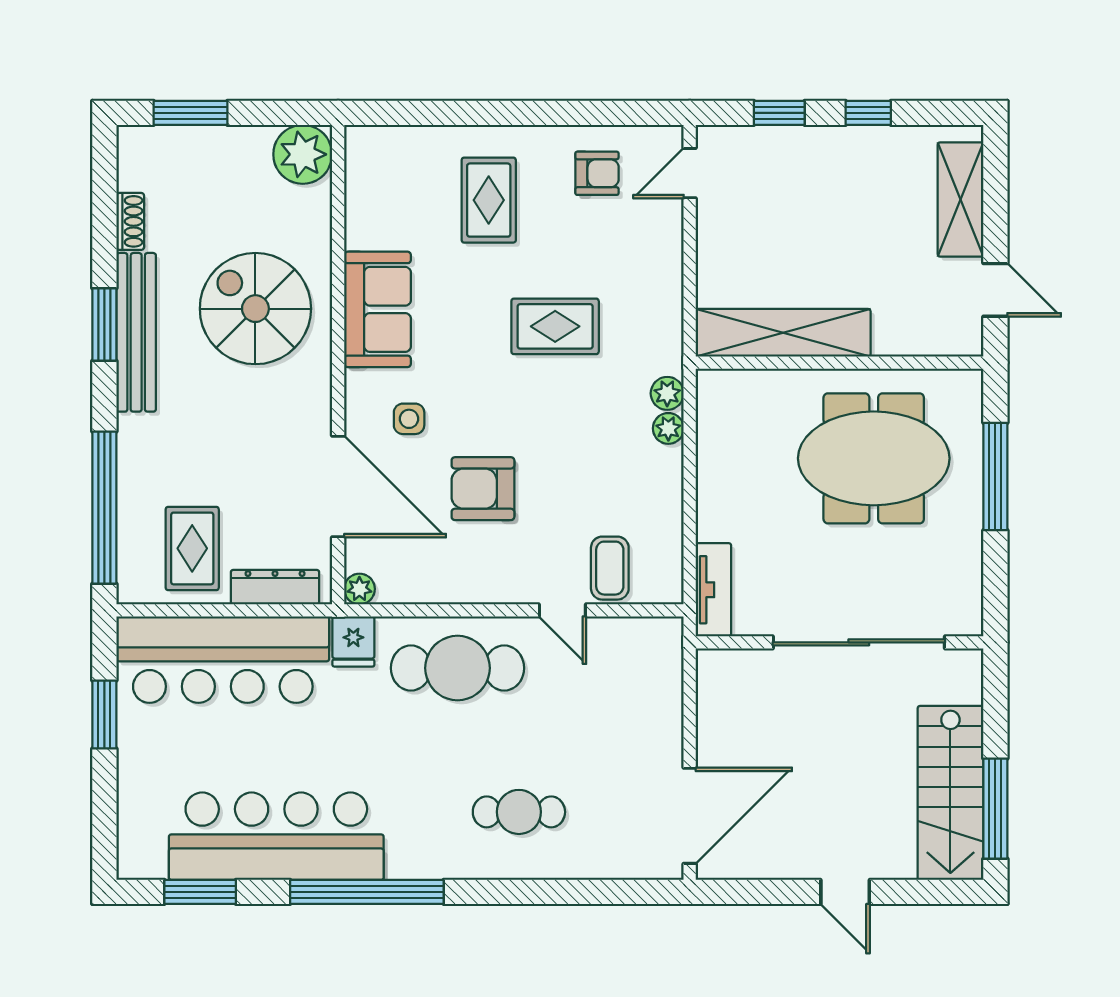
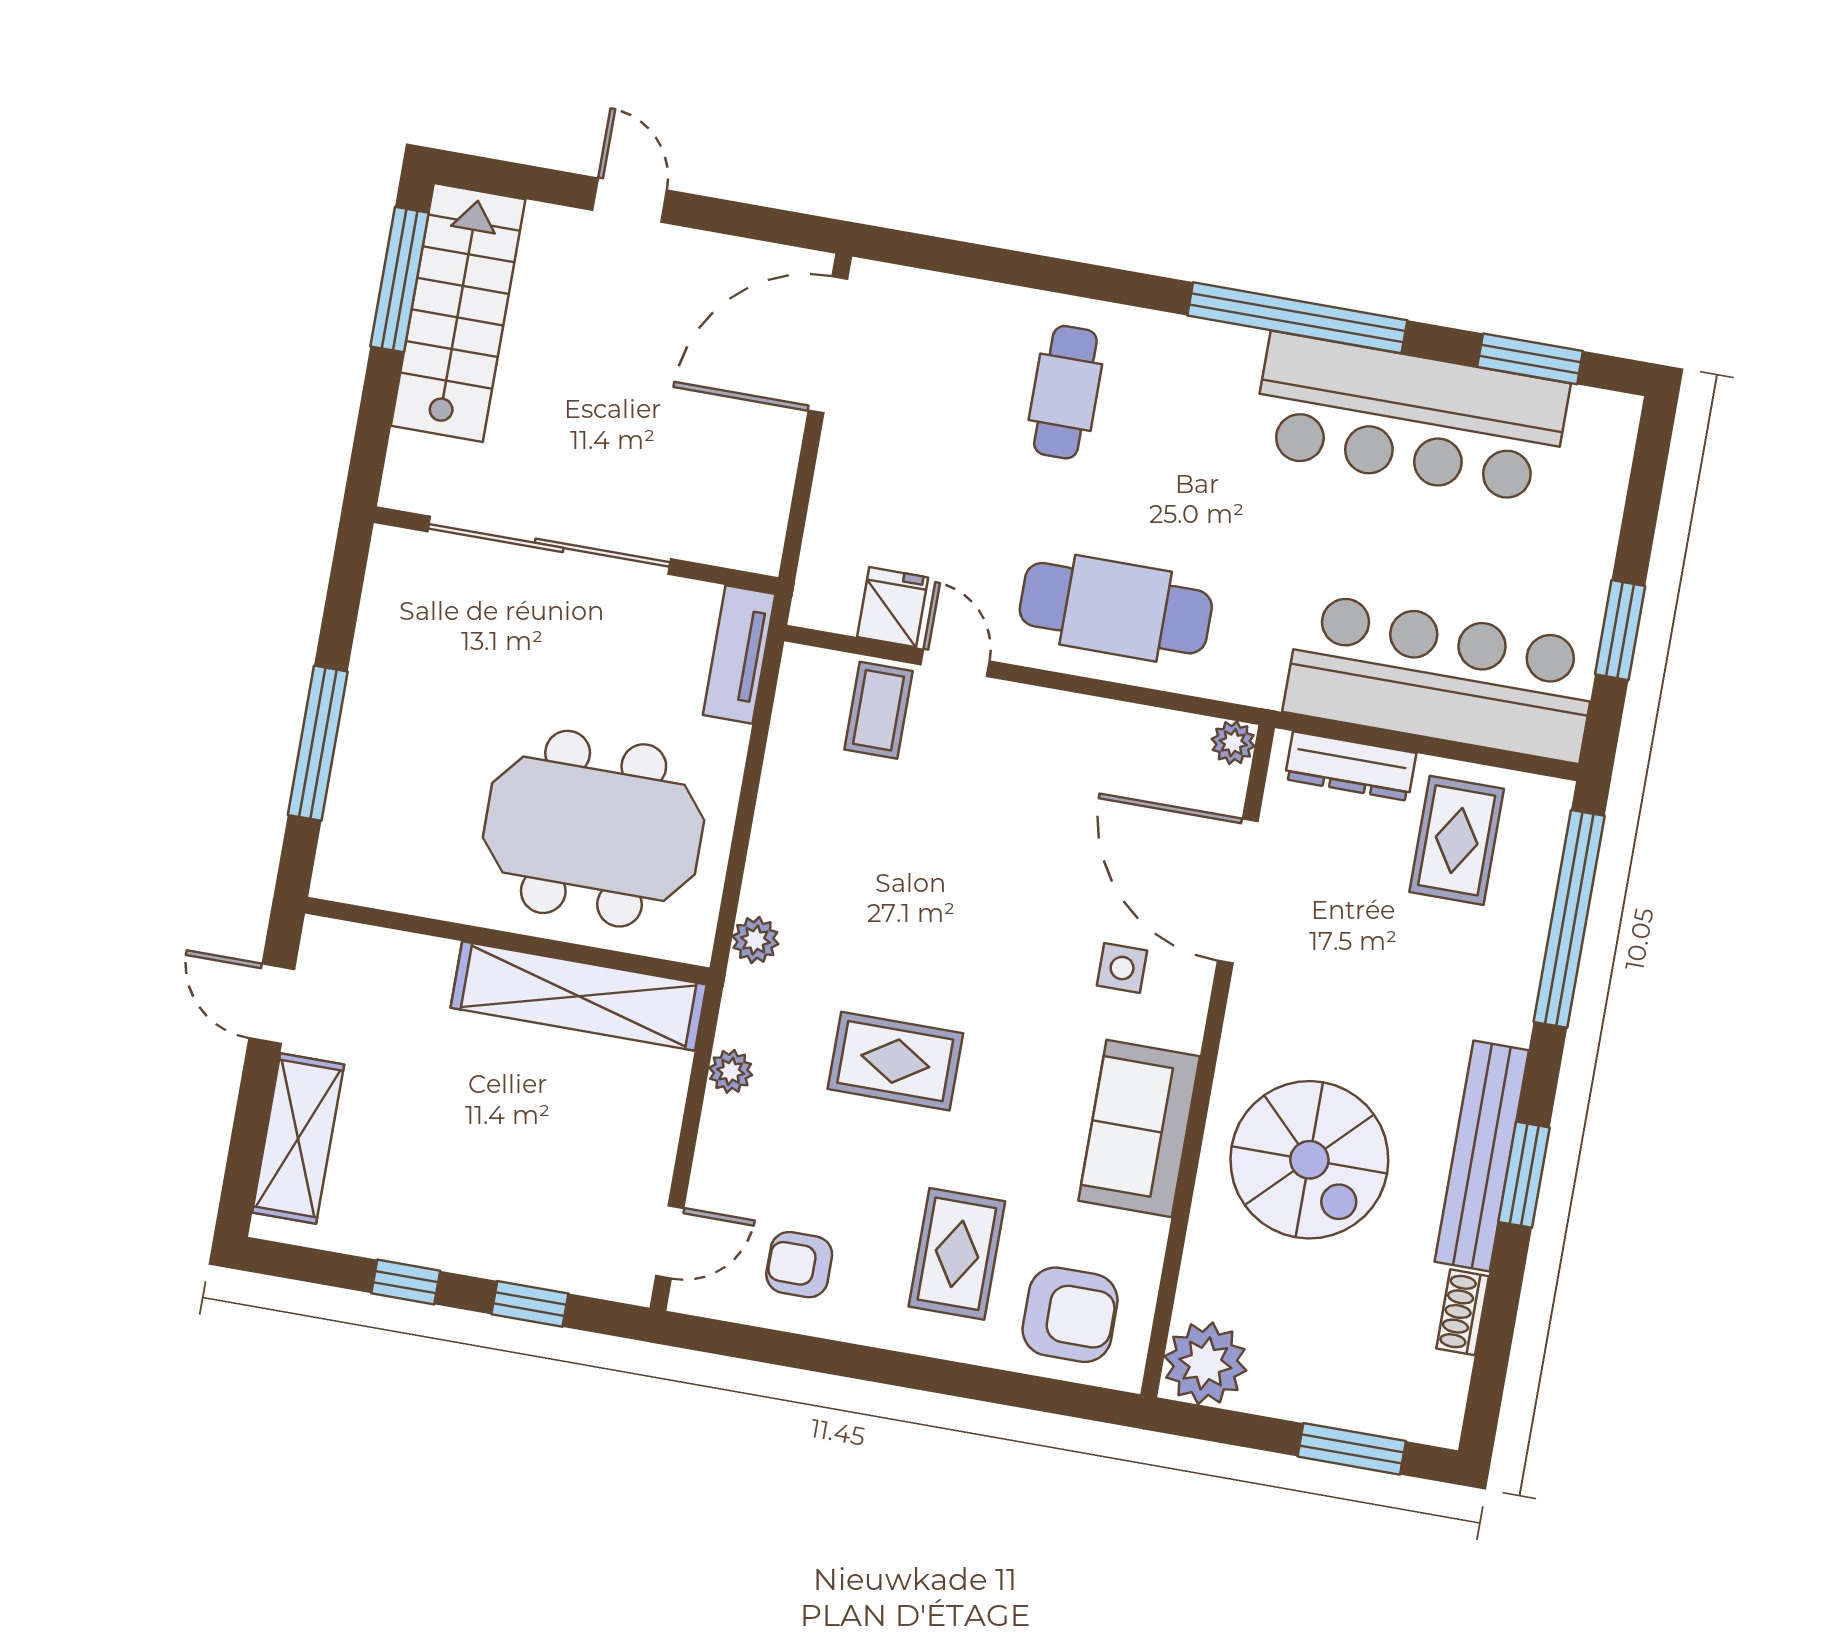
plant: (668, 428) -> (731, 1071), moved
meeting table: (874, 458) -> (594, 829), moved
armchair: (483, 489) -> (1070, 1315), moved
fridge: (353, 641) -> (893, 607), moved
cafe table: (519, 812) -> (1065, 392), turned 90

